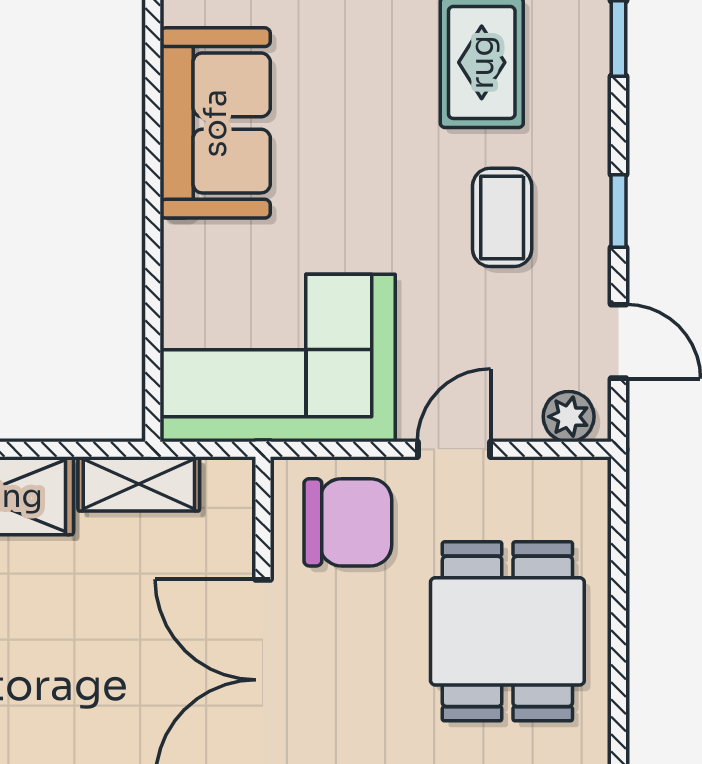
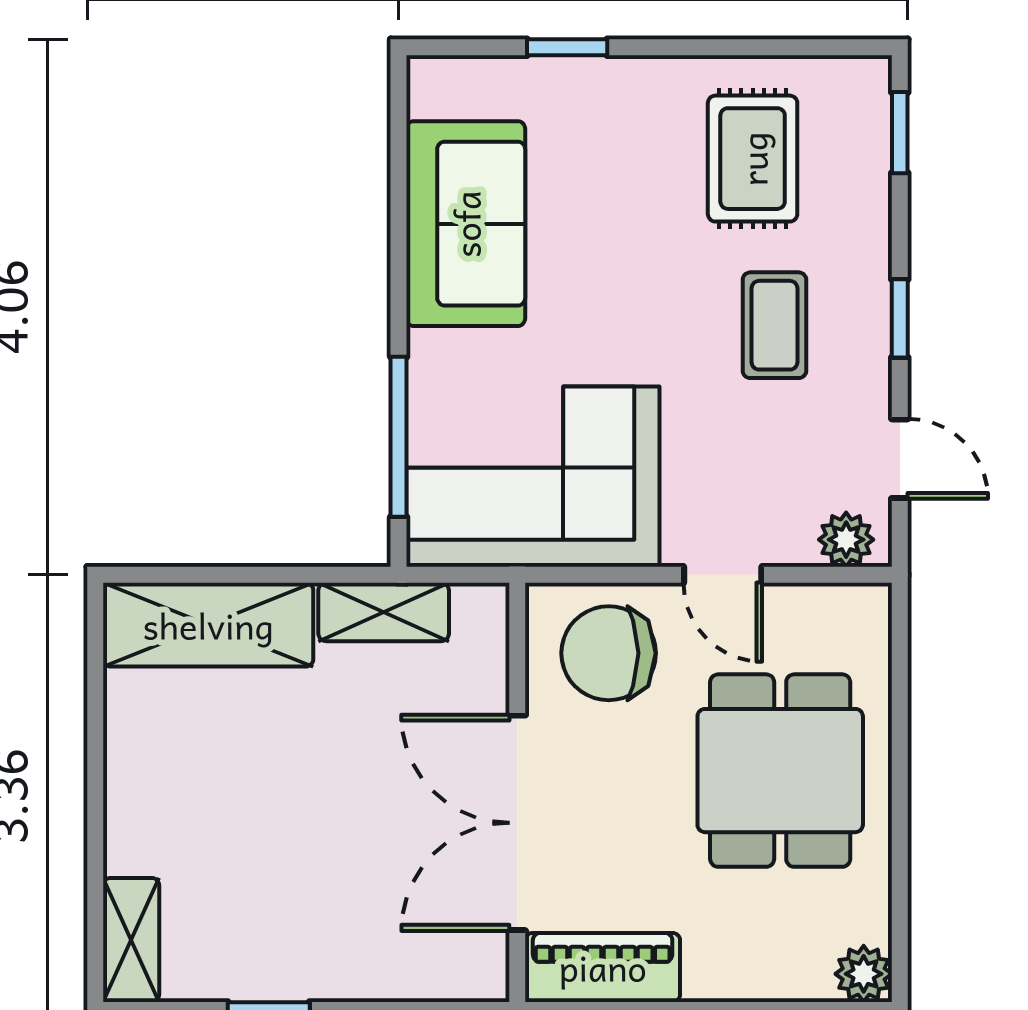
window: (153, 321) -> (399, 437), added
door: (454, 449) -> (723, 575), swing flipped
chair: (348, 522) -> (609, 653), turned 180

